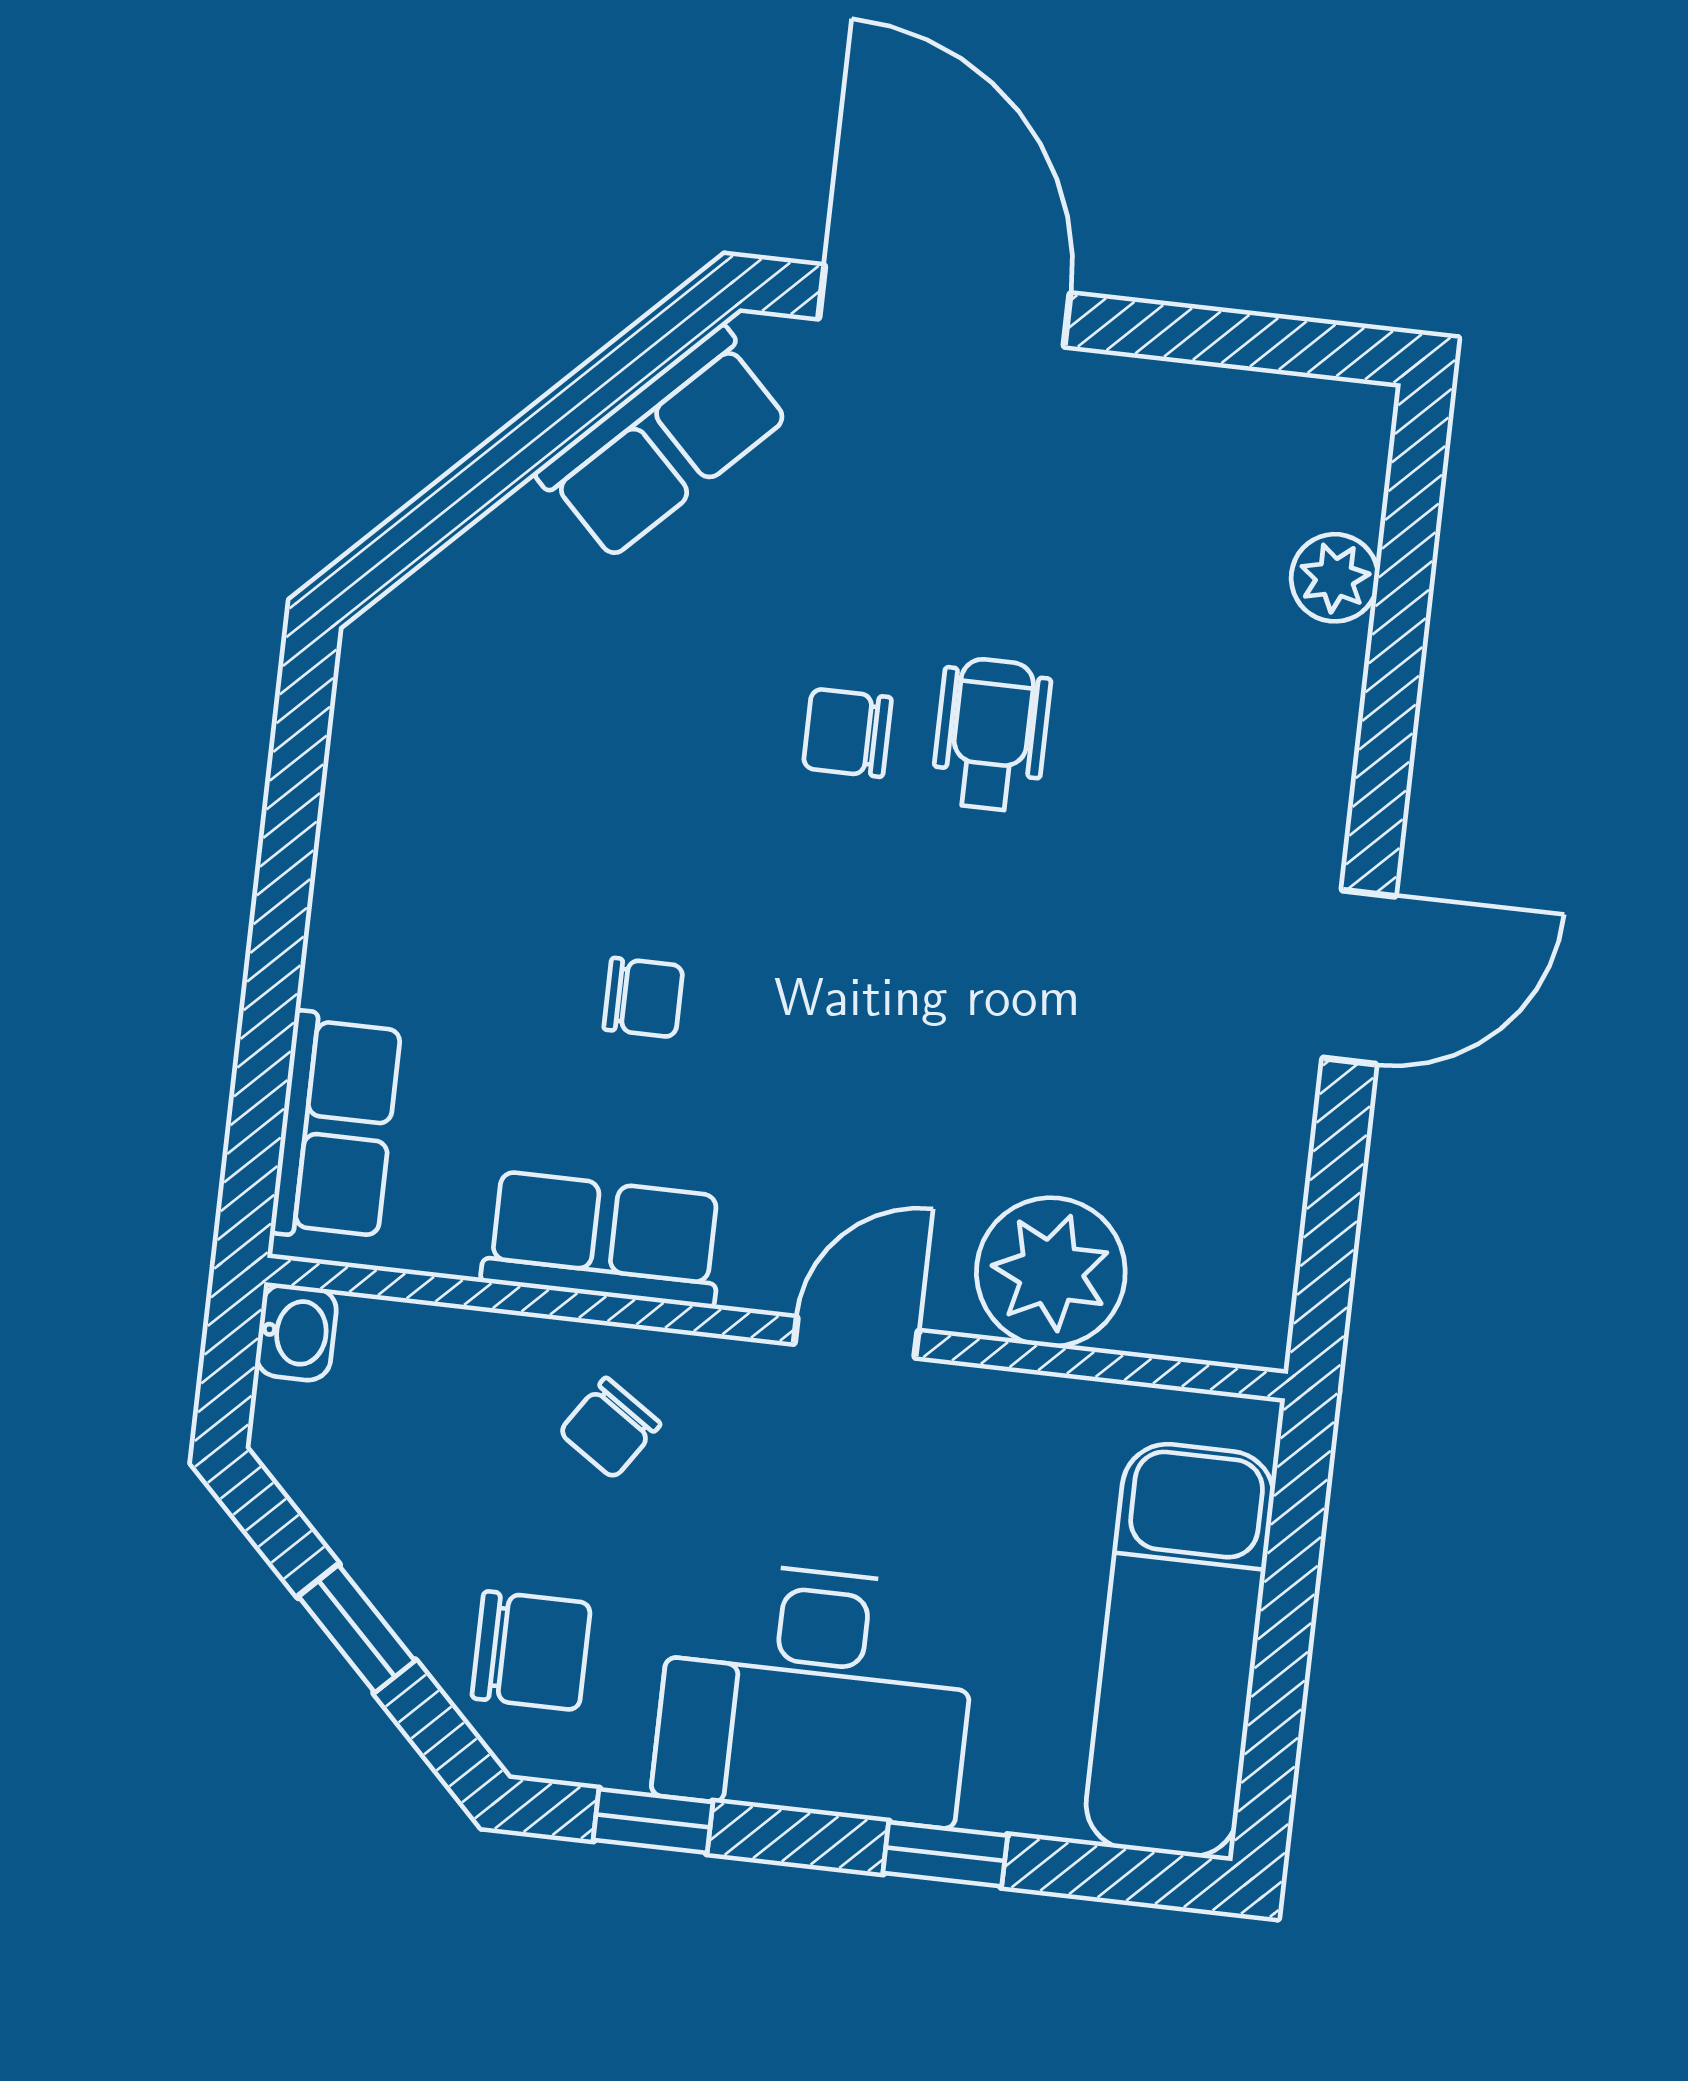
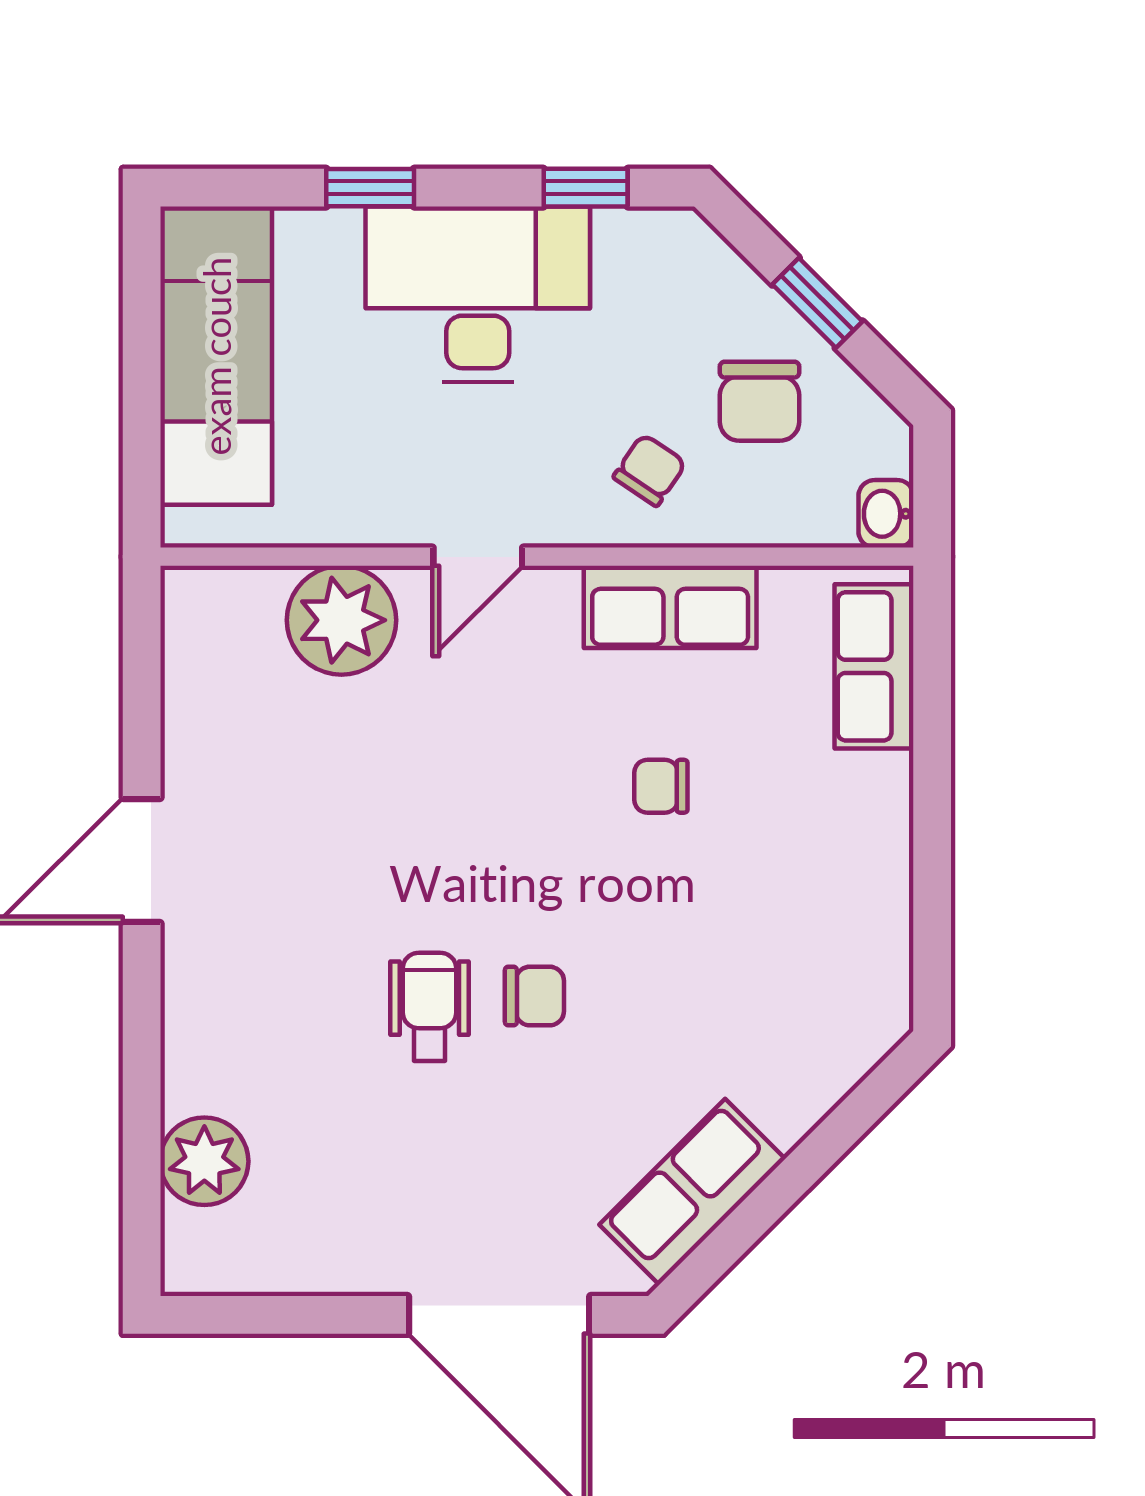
plant: (1335, 578) -> (204, 1161), width x1.38, depth x1.38
wheelchair: (991, 734) -> (429, 1007), turned 180
chair: (531, 1651) -> (760, 401), moved, turned -90

